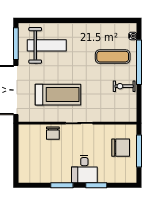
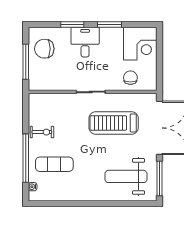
chair: (53, 133) -> (130, 78), moved
chair: (121, 148) -> (44, 49), moved
corner desk: (34, 168) -> (140, 44), added

